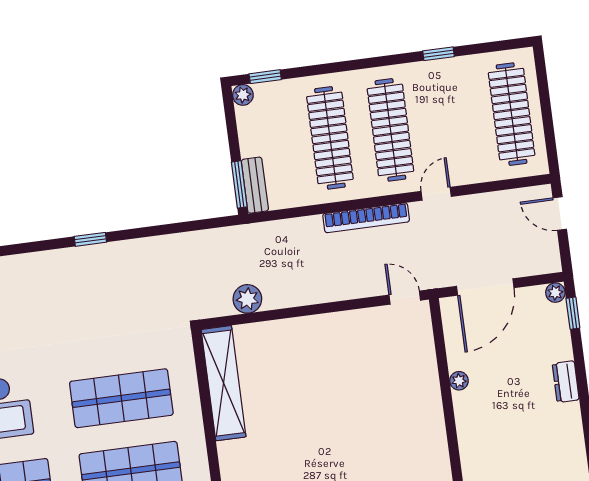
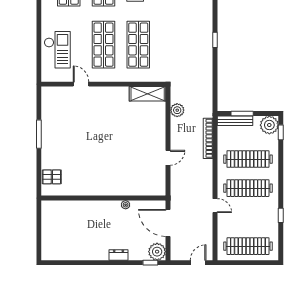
plant: (243, 95) -> (269, 125), width x1.88, depth x1.88
window: (239, 184) -> (242, 113), moved
bench: (255, 185) -> (235, 121), width x1.36
bookcase: (366, 218) -> (208, 138), moved
plant: (555, 293) -> (157, 252), width x1.87, depth x1.87
door: (405, 298) -> (168, 158), moved
shelving: (224, 383) -> (148, 94), width x0.68

